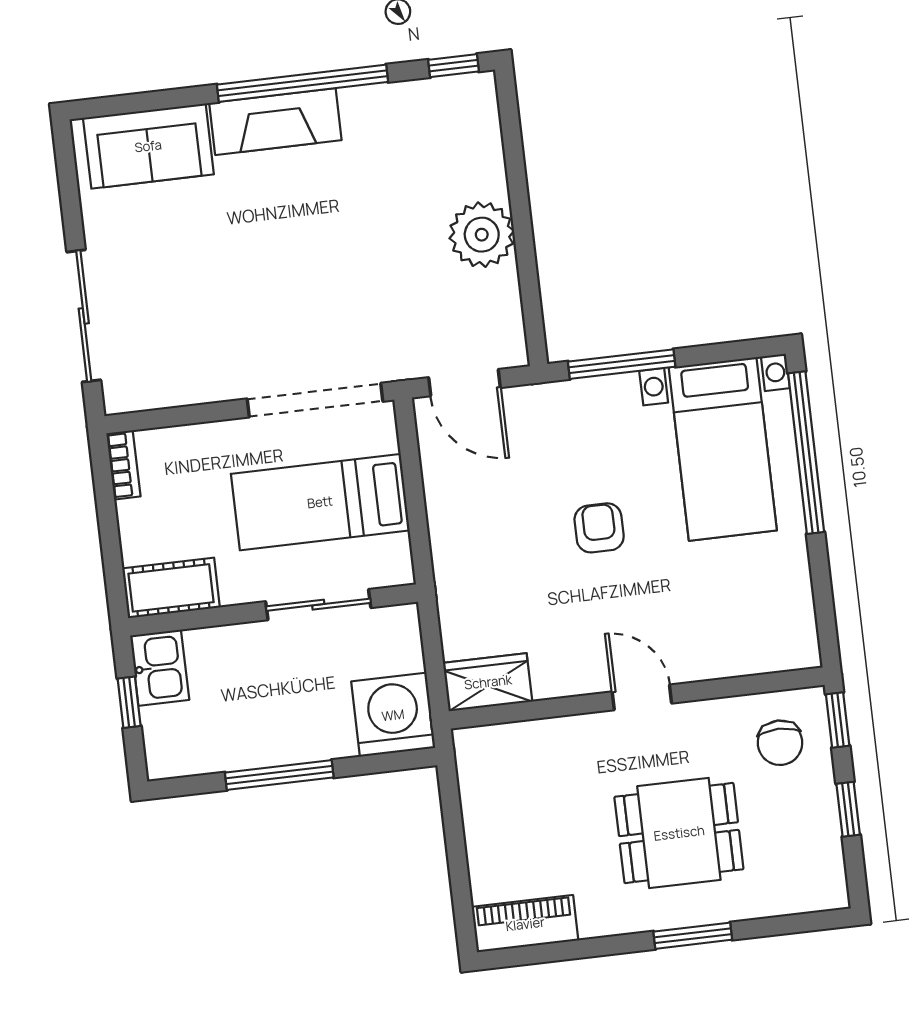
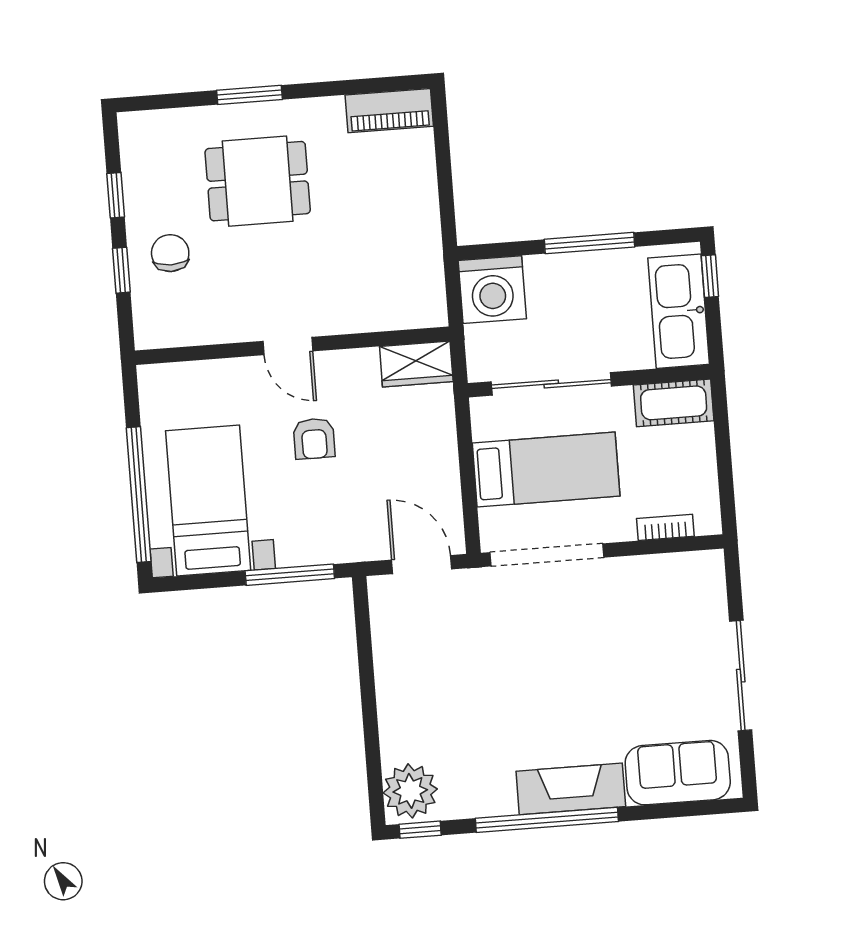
plant: (482, 235) -> (410, 791), moved
sliding door: (84, 316) -> (741, 676), moved
bookcase: (123, 465) -> (665, 527), moved, turned 90
sliding door: (318, 605) -> (551, 384), width x1.37
kitchen sink: (160, 668) -> (679, 311), width x1.87, depth x1.24
wardrobe: (488, 682) -> (416, 364), moved
door: (642, 697) -> (288, 346), moved
wall: (637, 698) -> (292, 346), moved
window: (129, 702) -> (710, 276), moved

